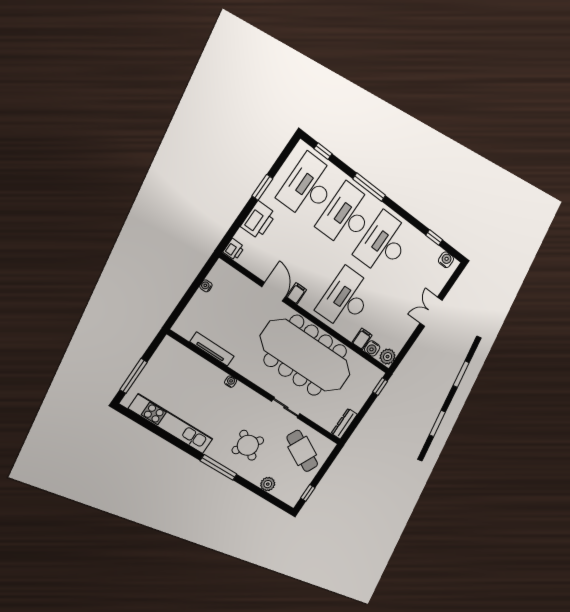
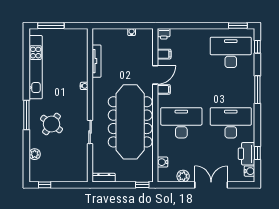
window: (262, 187) -> (238, 26), moved
desk: (347, 216) -> (231, 88), removed
printer: (258, 220) -> (247, 154), moved, turned 90
double door: (431, 312) -> (211, 185), width x1.37
filing cabinet: (362, 339) -> (164, 54), moved
plant: (388, 357) -> (183, 176), moved
cafe table: (302, 451) -> (69, 162), removed

